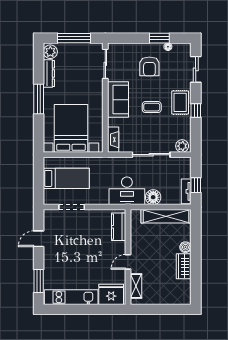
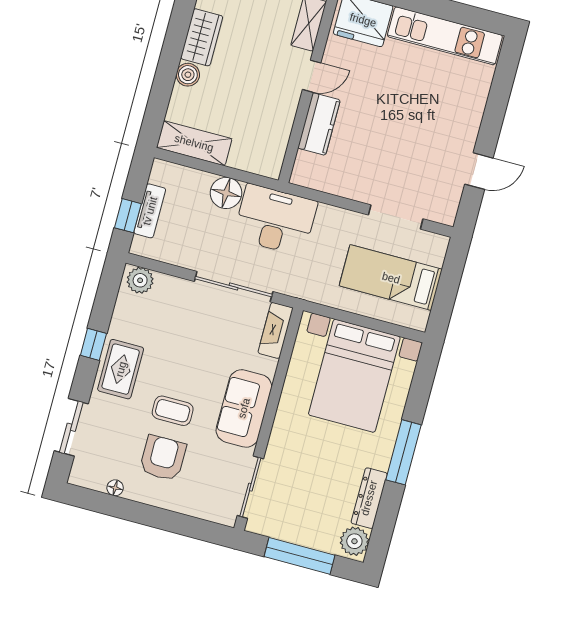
window: (159, 38) -> (127, 510), removed
coffee table: (152, 107) -> (173, 411), moved
sliding door: (151, 155) -> (234, 287), moved
window: (196, 185) -> (128, 216), moved
tv unit: (186, 191) -> (150, 211), moved
shelving: (166, 216) -> (194, 143), width x0.68
kitchen counter: (119, 227) -> (319, 124), moved
window: (39, 281) -> (502, 86), removed

